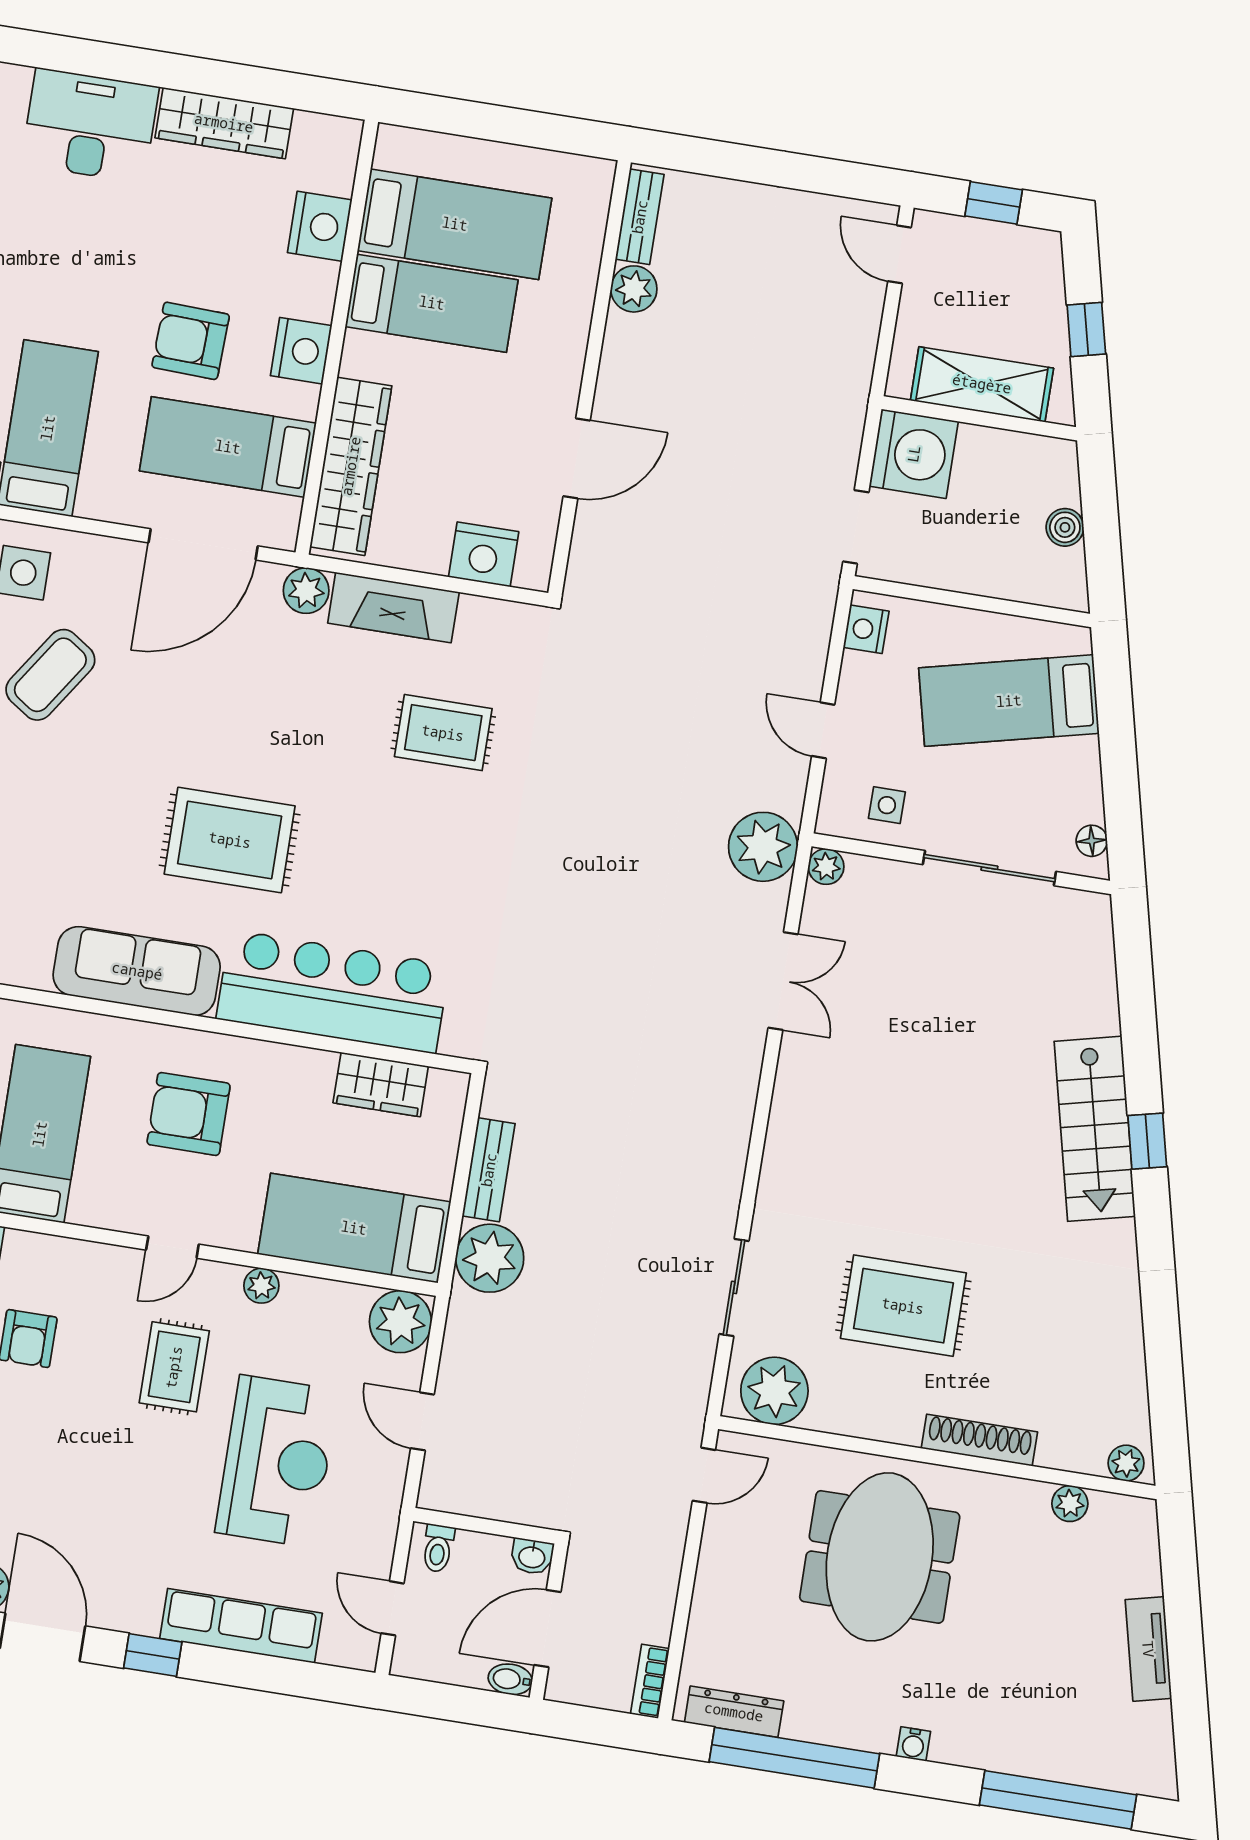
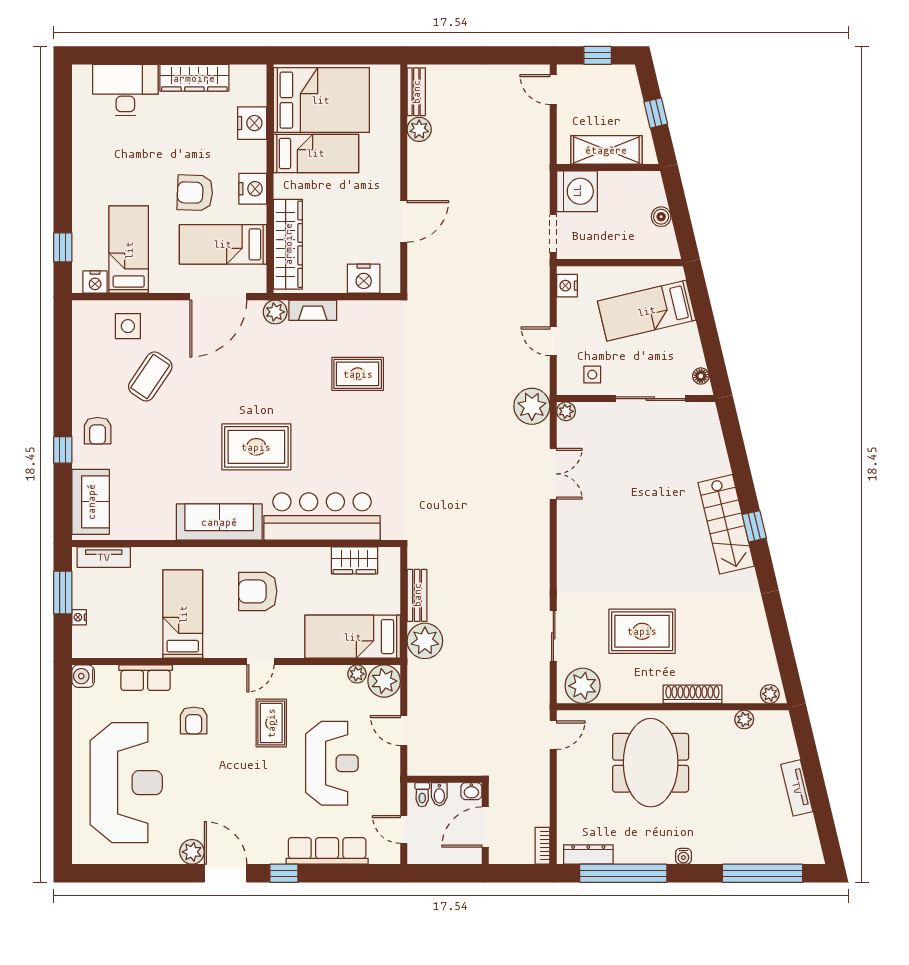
bed: (455, 224) -> (321, 100), width x1.50
fireplace: (393, 608) -> (313, 310), width x0.73, depth x0.76
plant: (261, 1286) -> (357, 674), moved
bidet: (510, 1679) -> (439, 794), moved, turned -90

